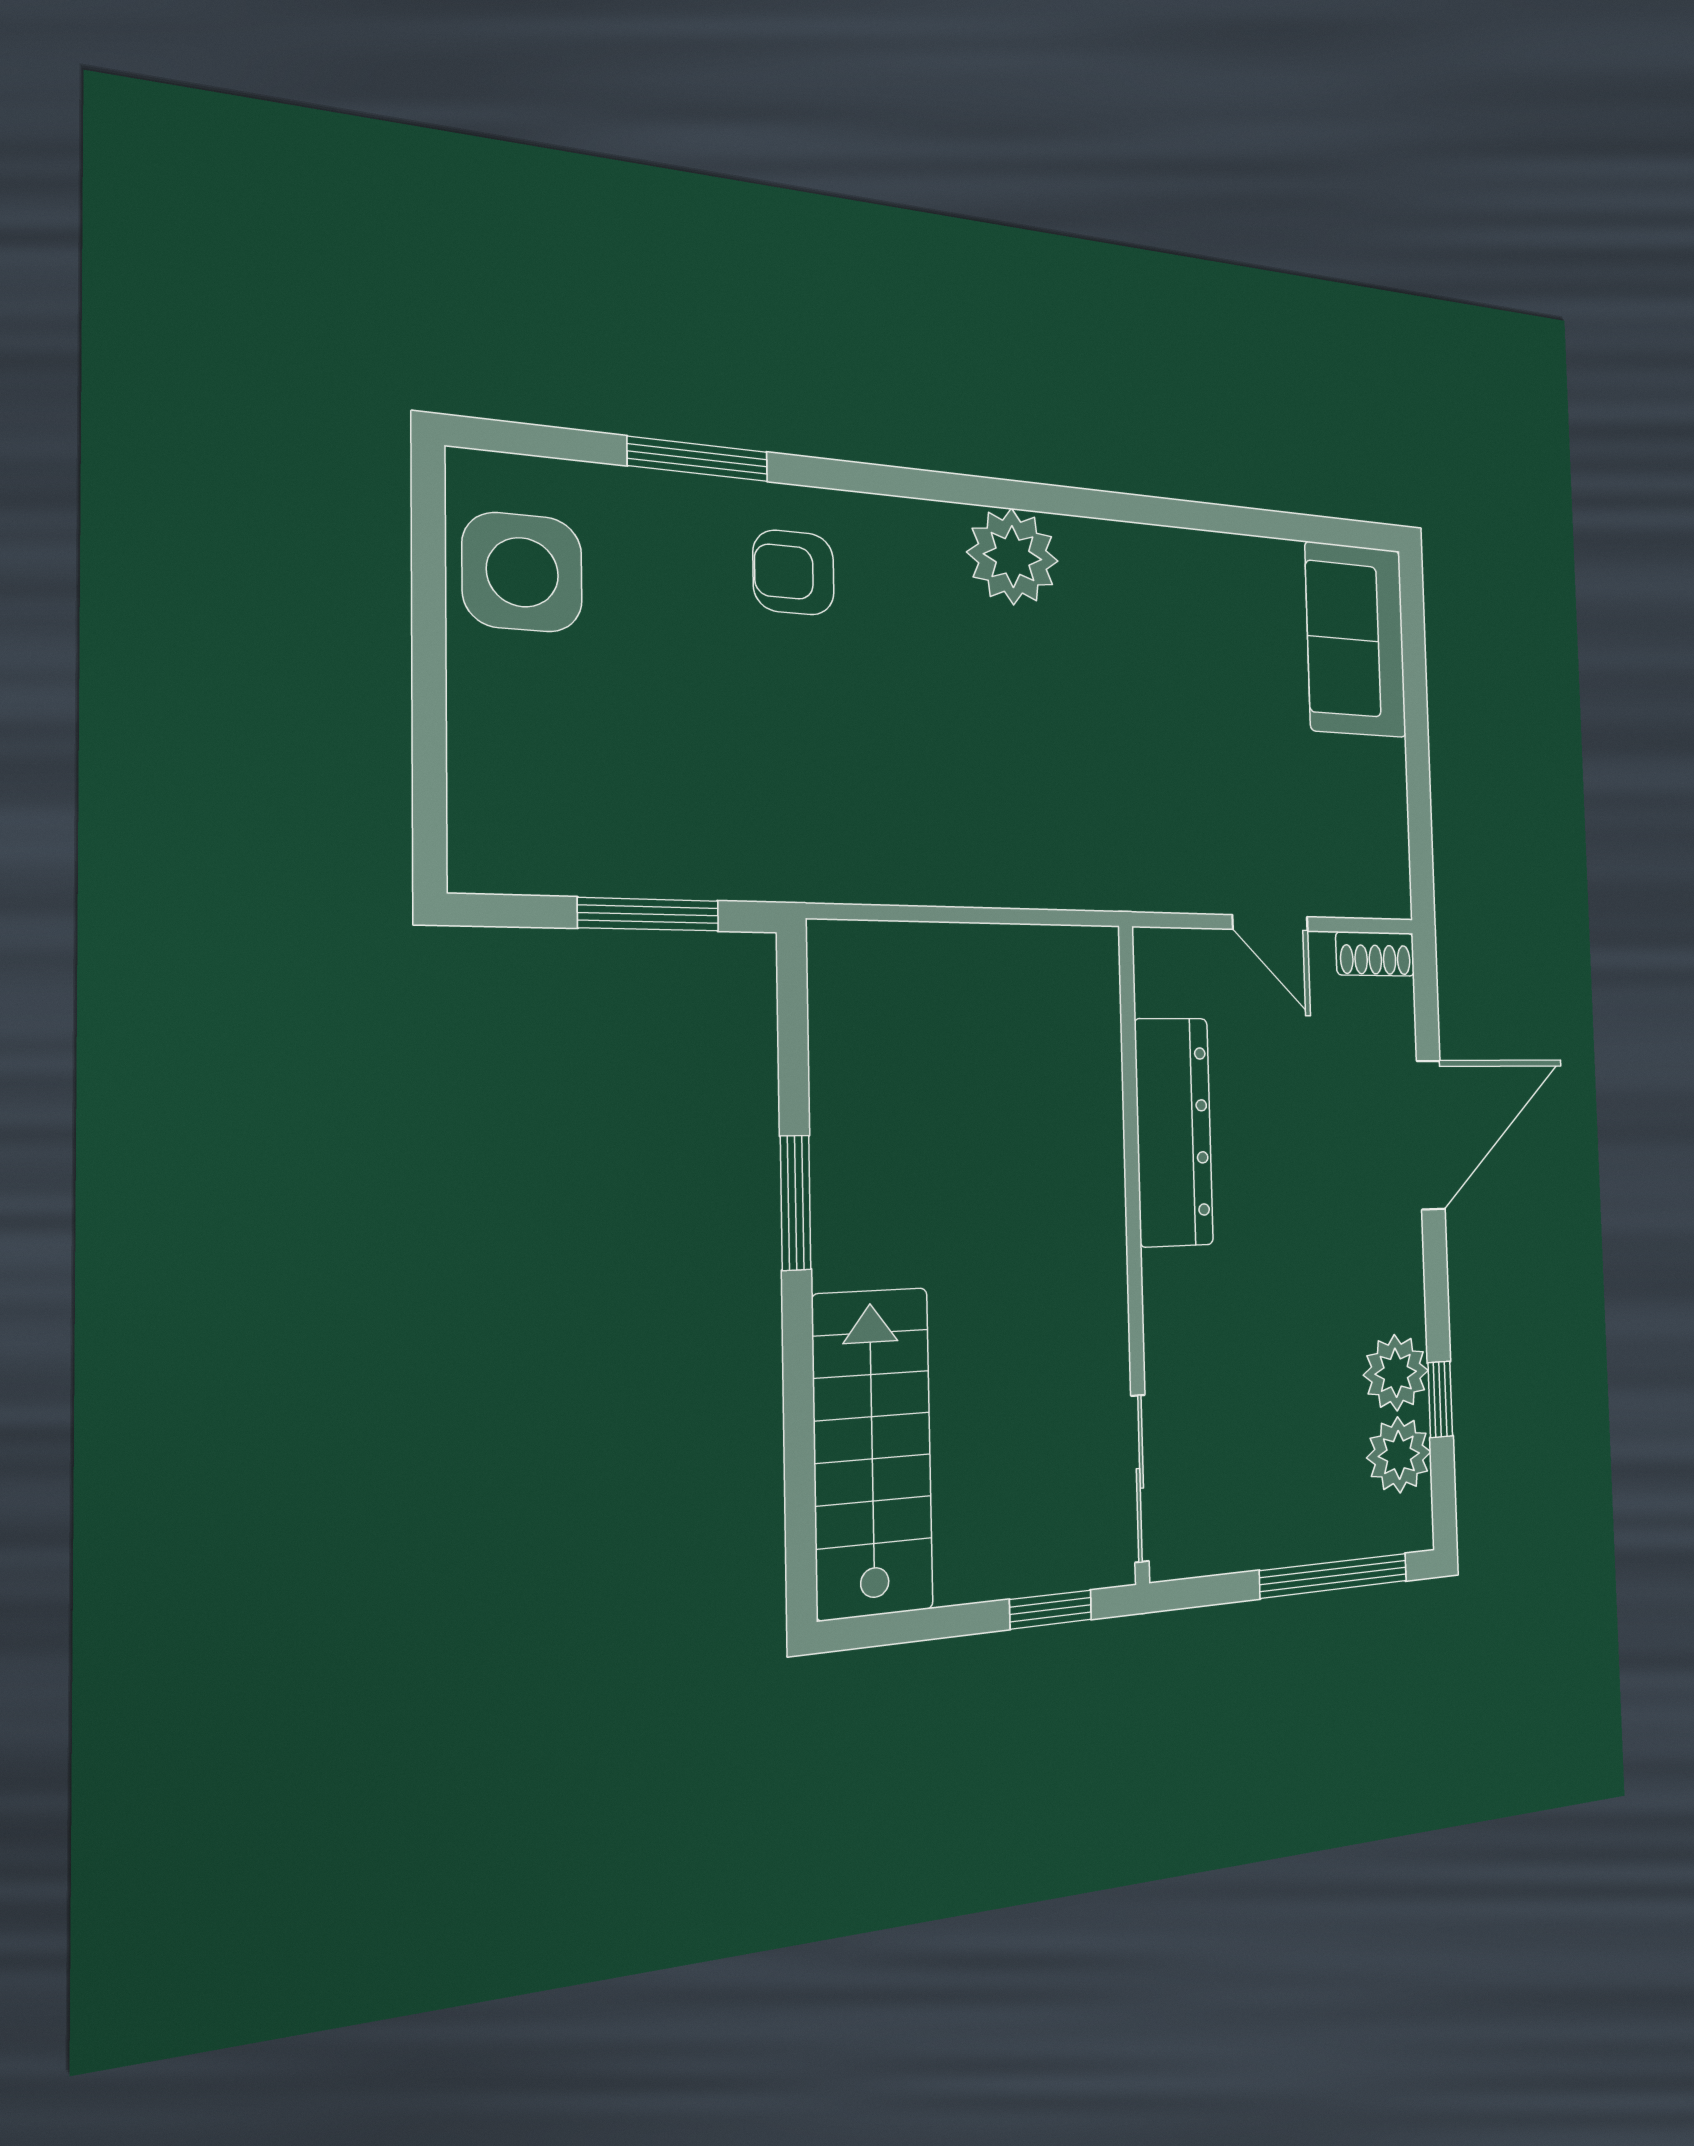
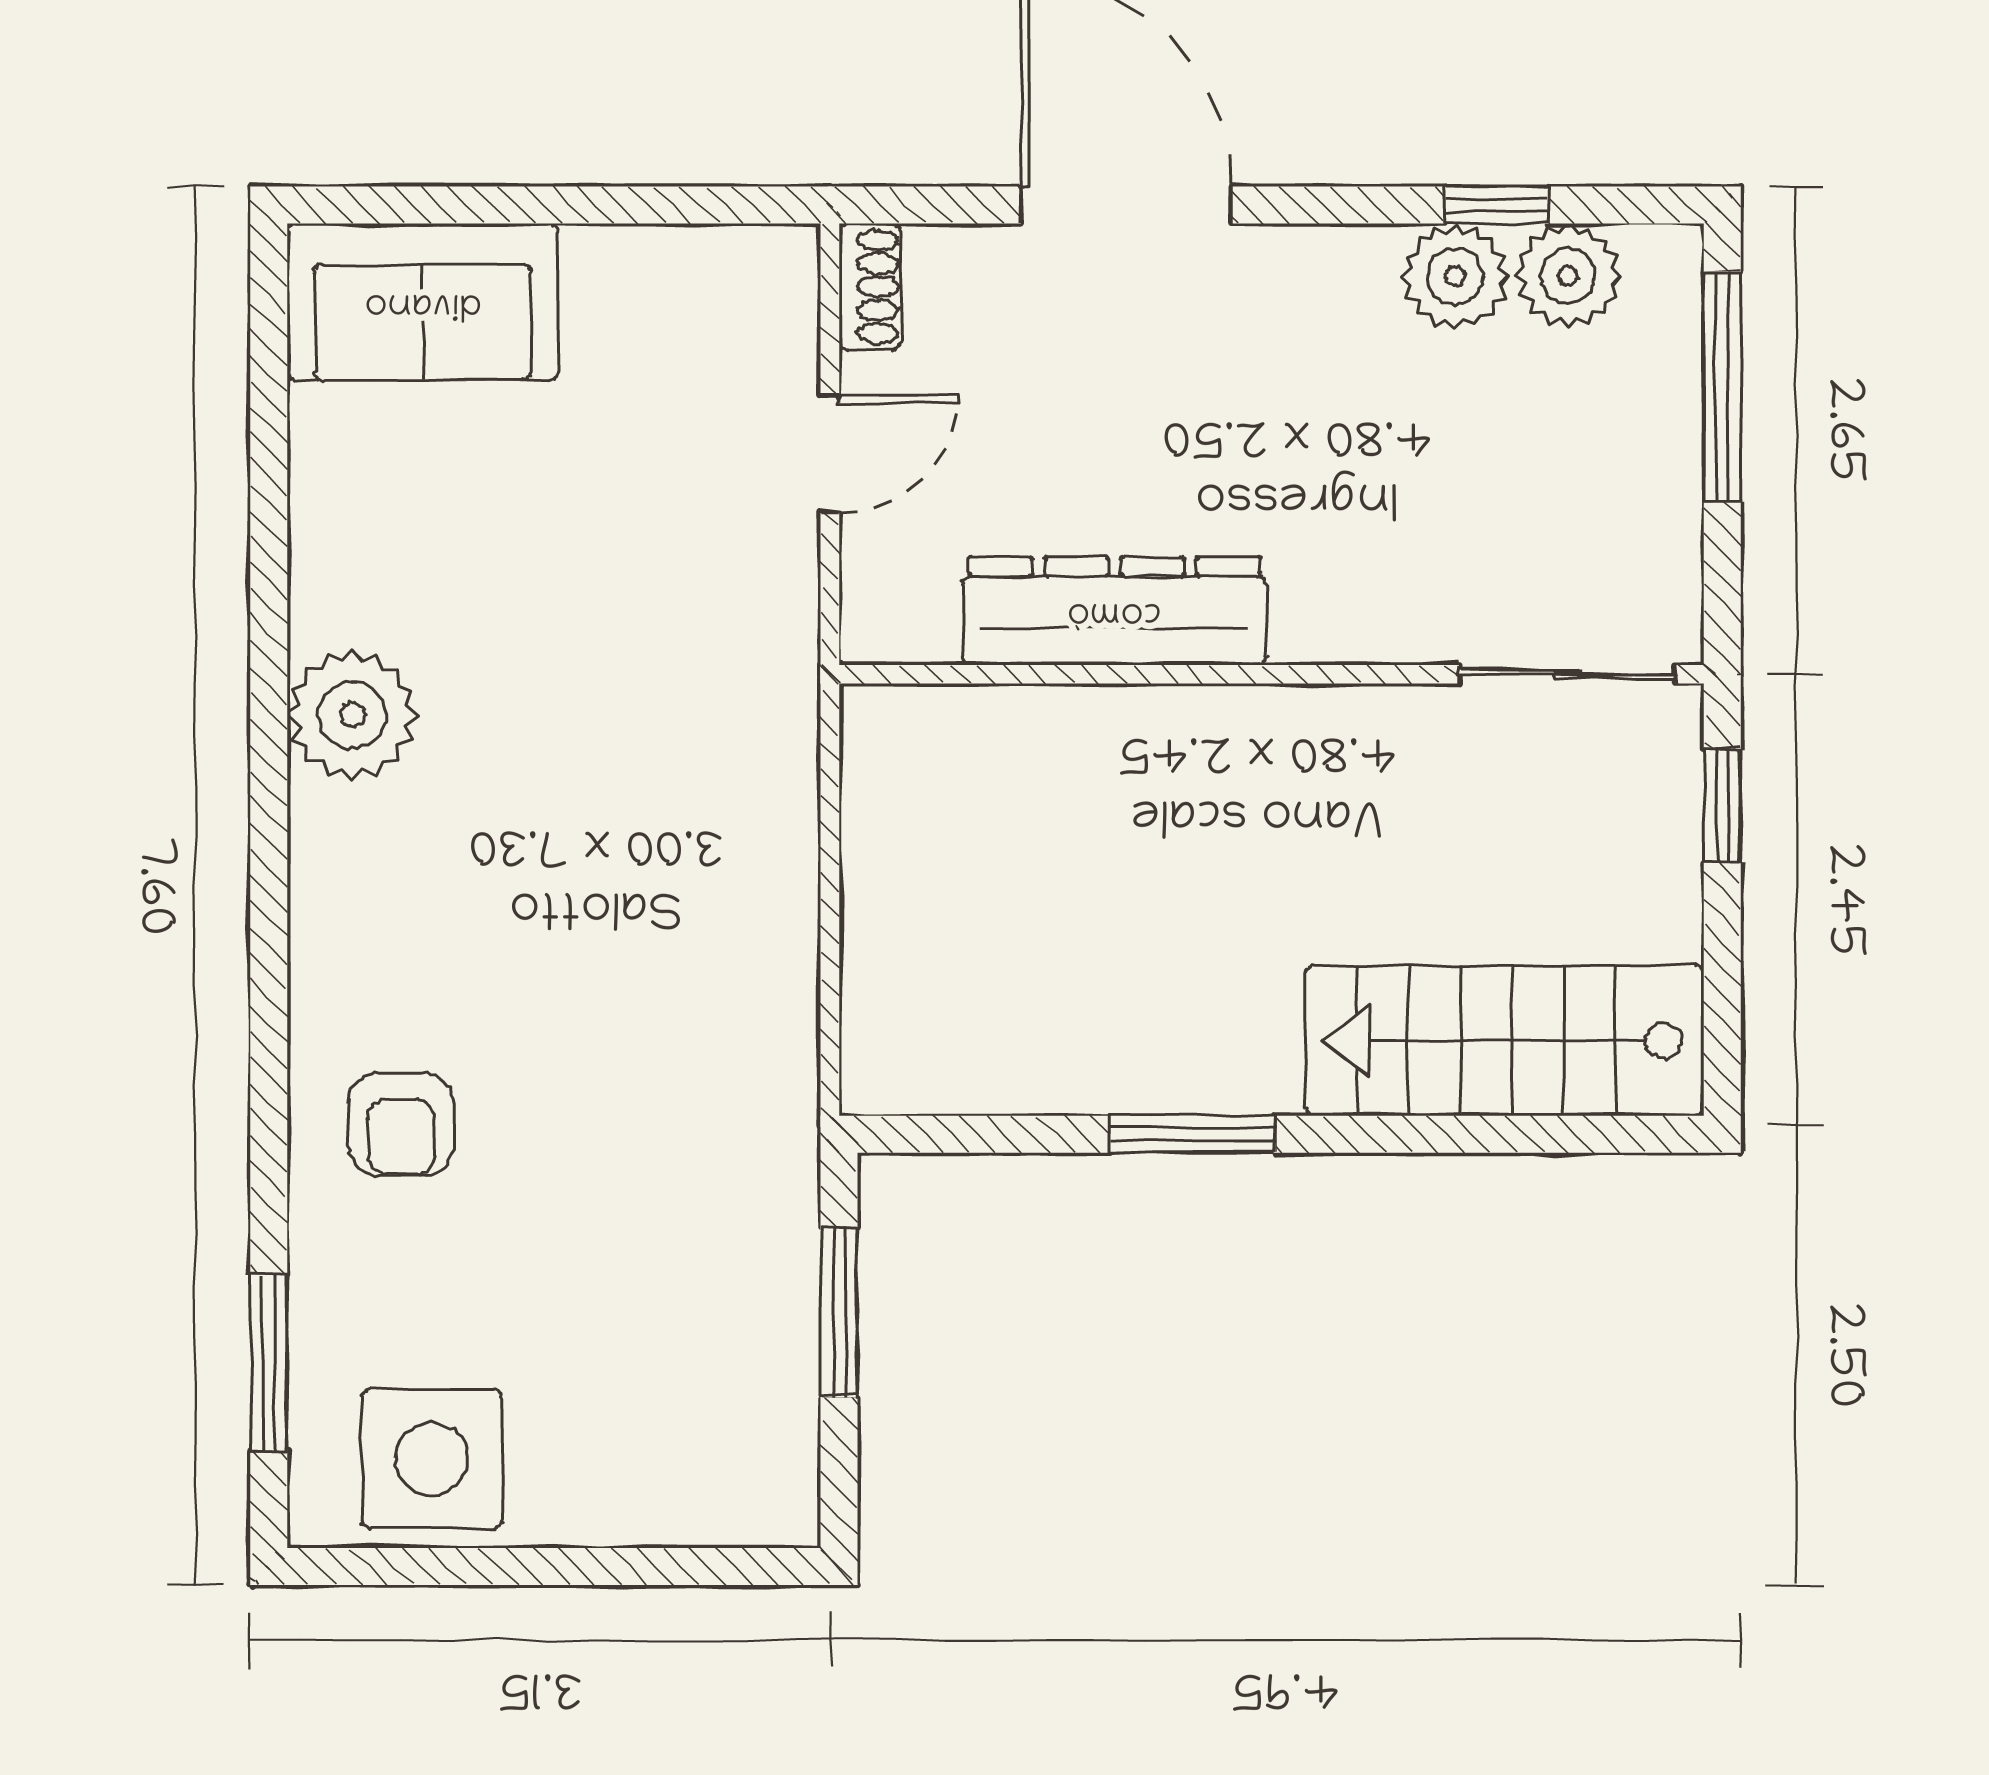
window: (698, 459) -> (269, 1363), moved
plant: (1013, 557) -> (352, 715), moved

